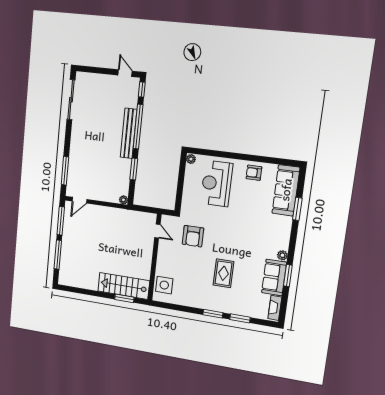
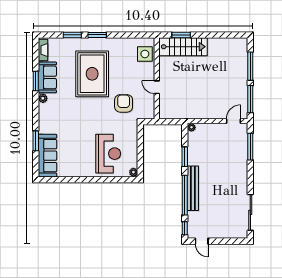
armchair: (254, 173) -> (77, 167), removed
door: (157, 231) -> (157, 87), moved
rug: (224, 273) -> (92, 74), width x1.86, depth x2.06

